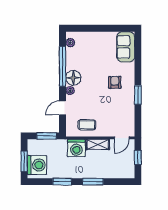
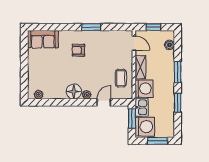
window: (63, 66) -> (62, 102), removed
door: (63, 108) -> (104, 102), swing flipped
kitchen sink: (58, 146) -> (142, 107), added
washing machine: (37, 165) -> (145, 127), moved, turned 90
boiler: (120, 173) -> (169, 45), added

